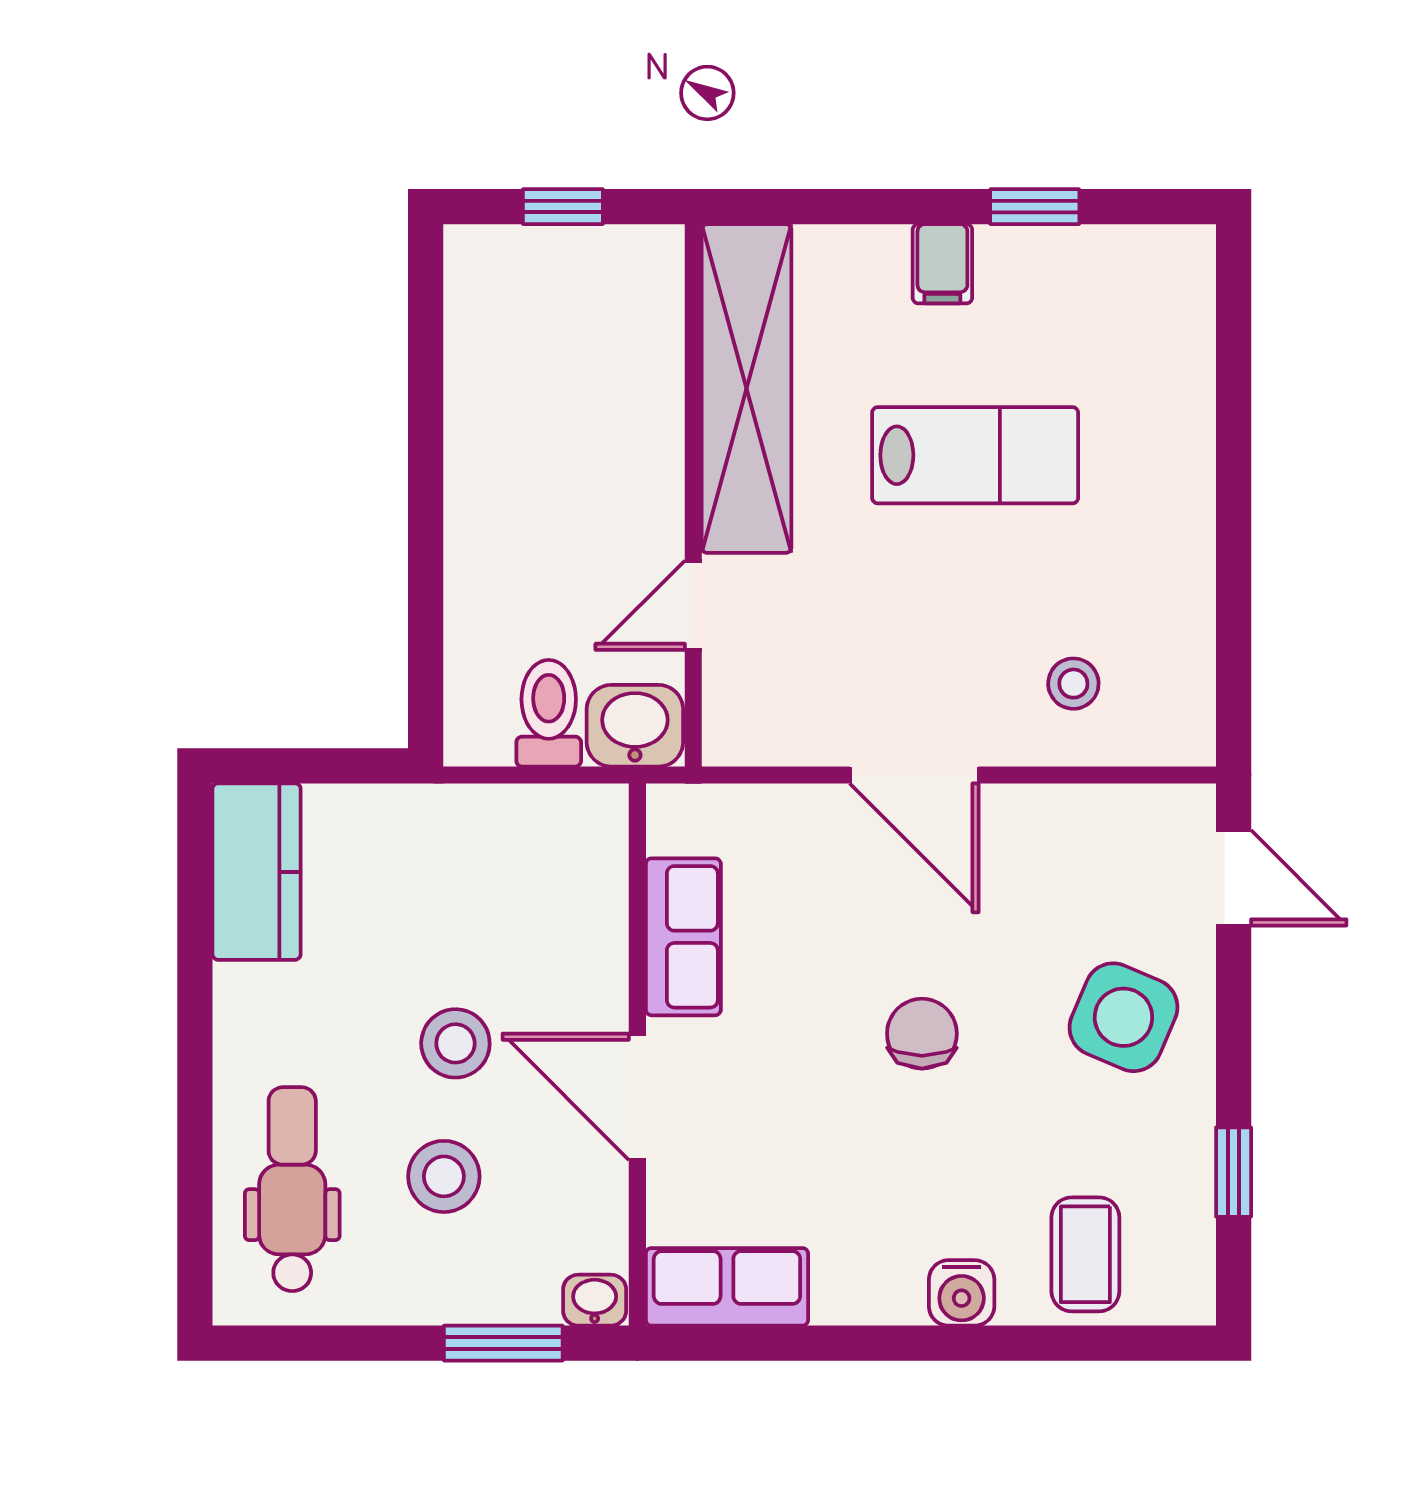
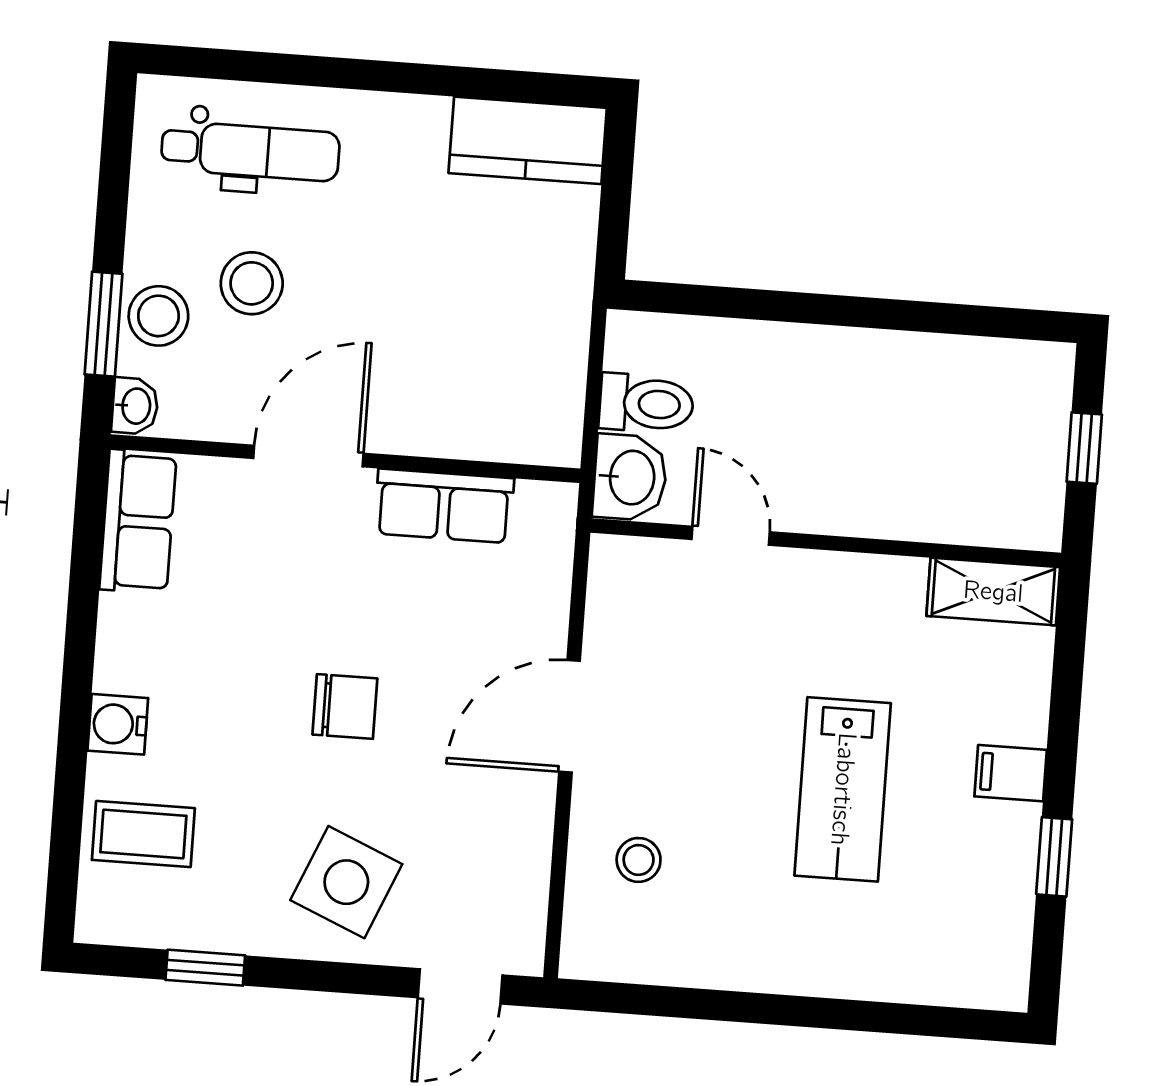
shelving: (747, 389) -> (993, 592), width x0.45, depth x0.75
stool: (455, 1043) -> (158, 316), moved

